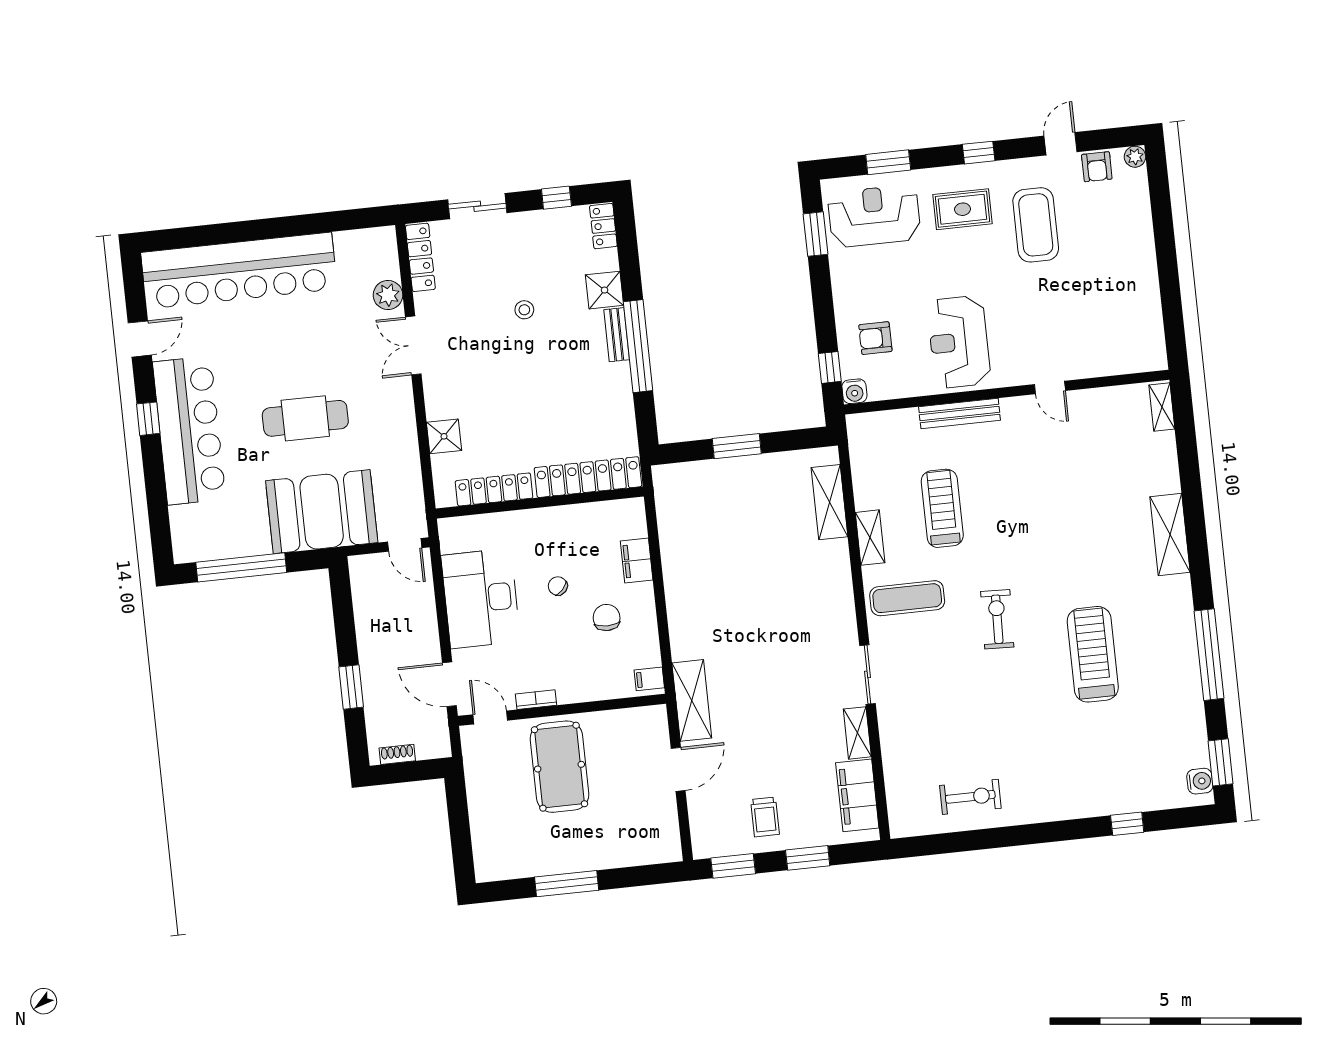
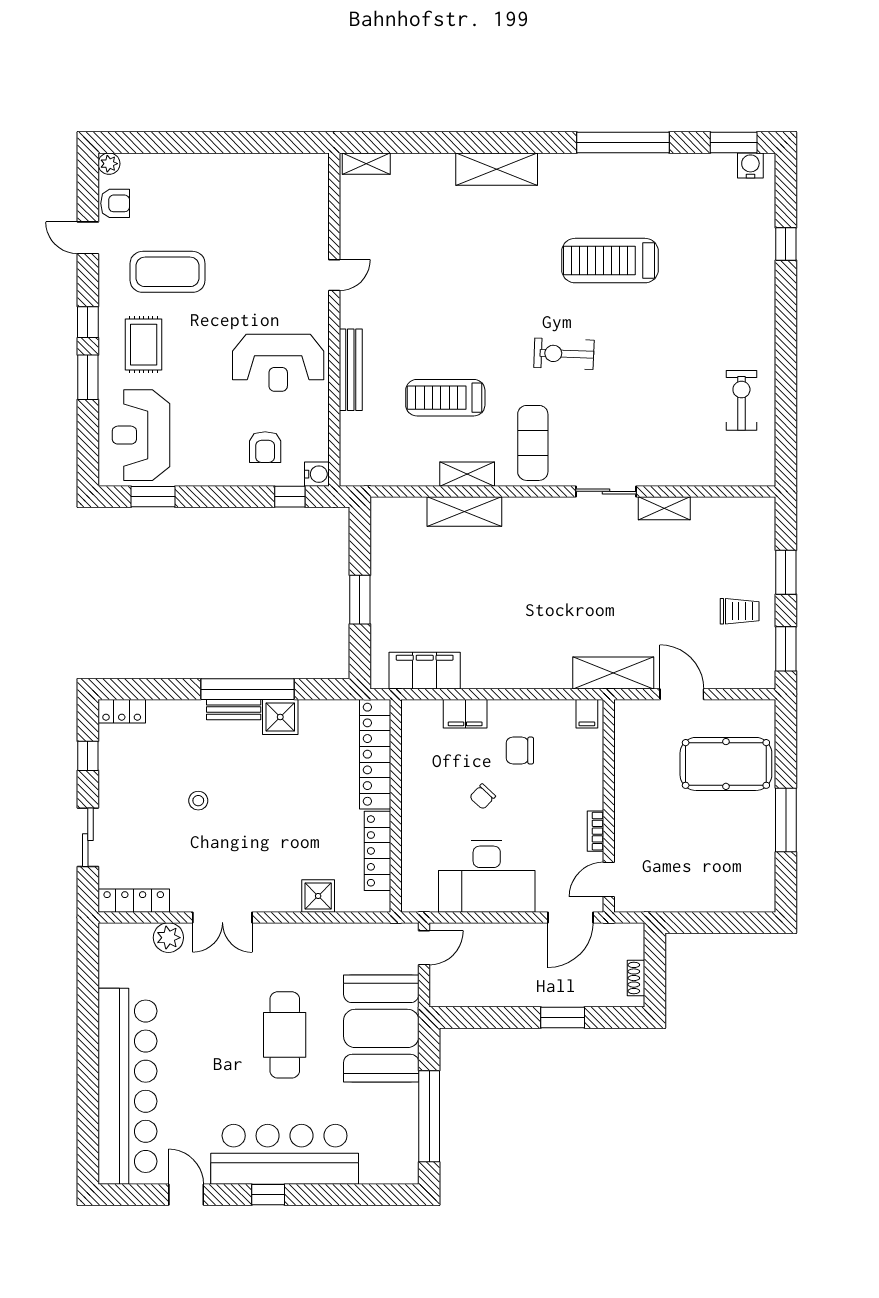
window: (888, 162) -> (88, 377), moved
shower: (605, 290) -> (280, 717), moved
shelving: (829, 502) -> (464, 512), moved
pool table: (559, 767) -> (726, 764), moved
filing cabinet: (857, 795) -> (425, 671), moved, turned 180

